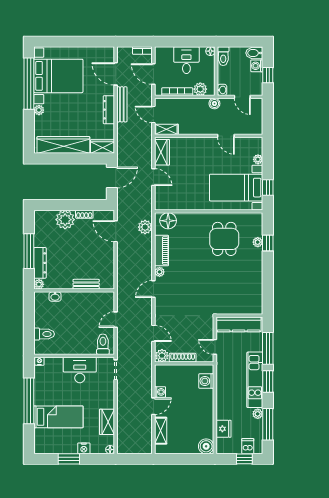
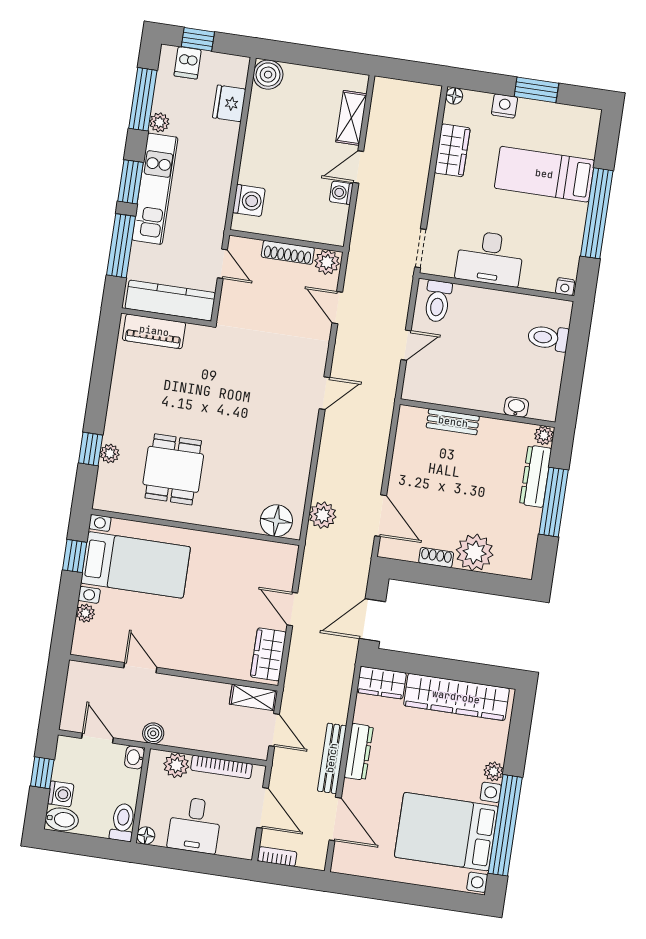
piano: (161, 251) -> (154, 331), moved, turned -90
plant: (159, 272) -> (308, 424), removed

